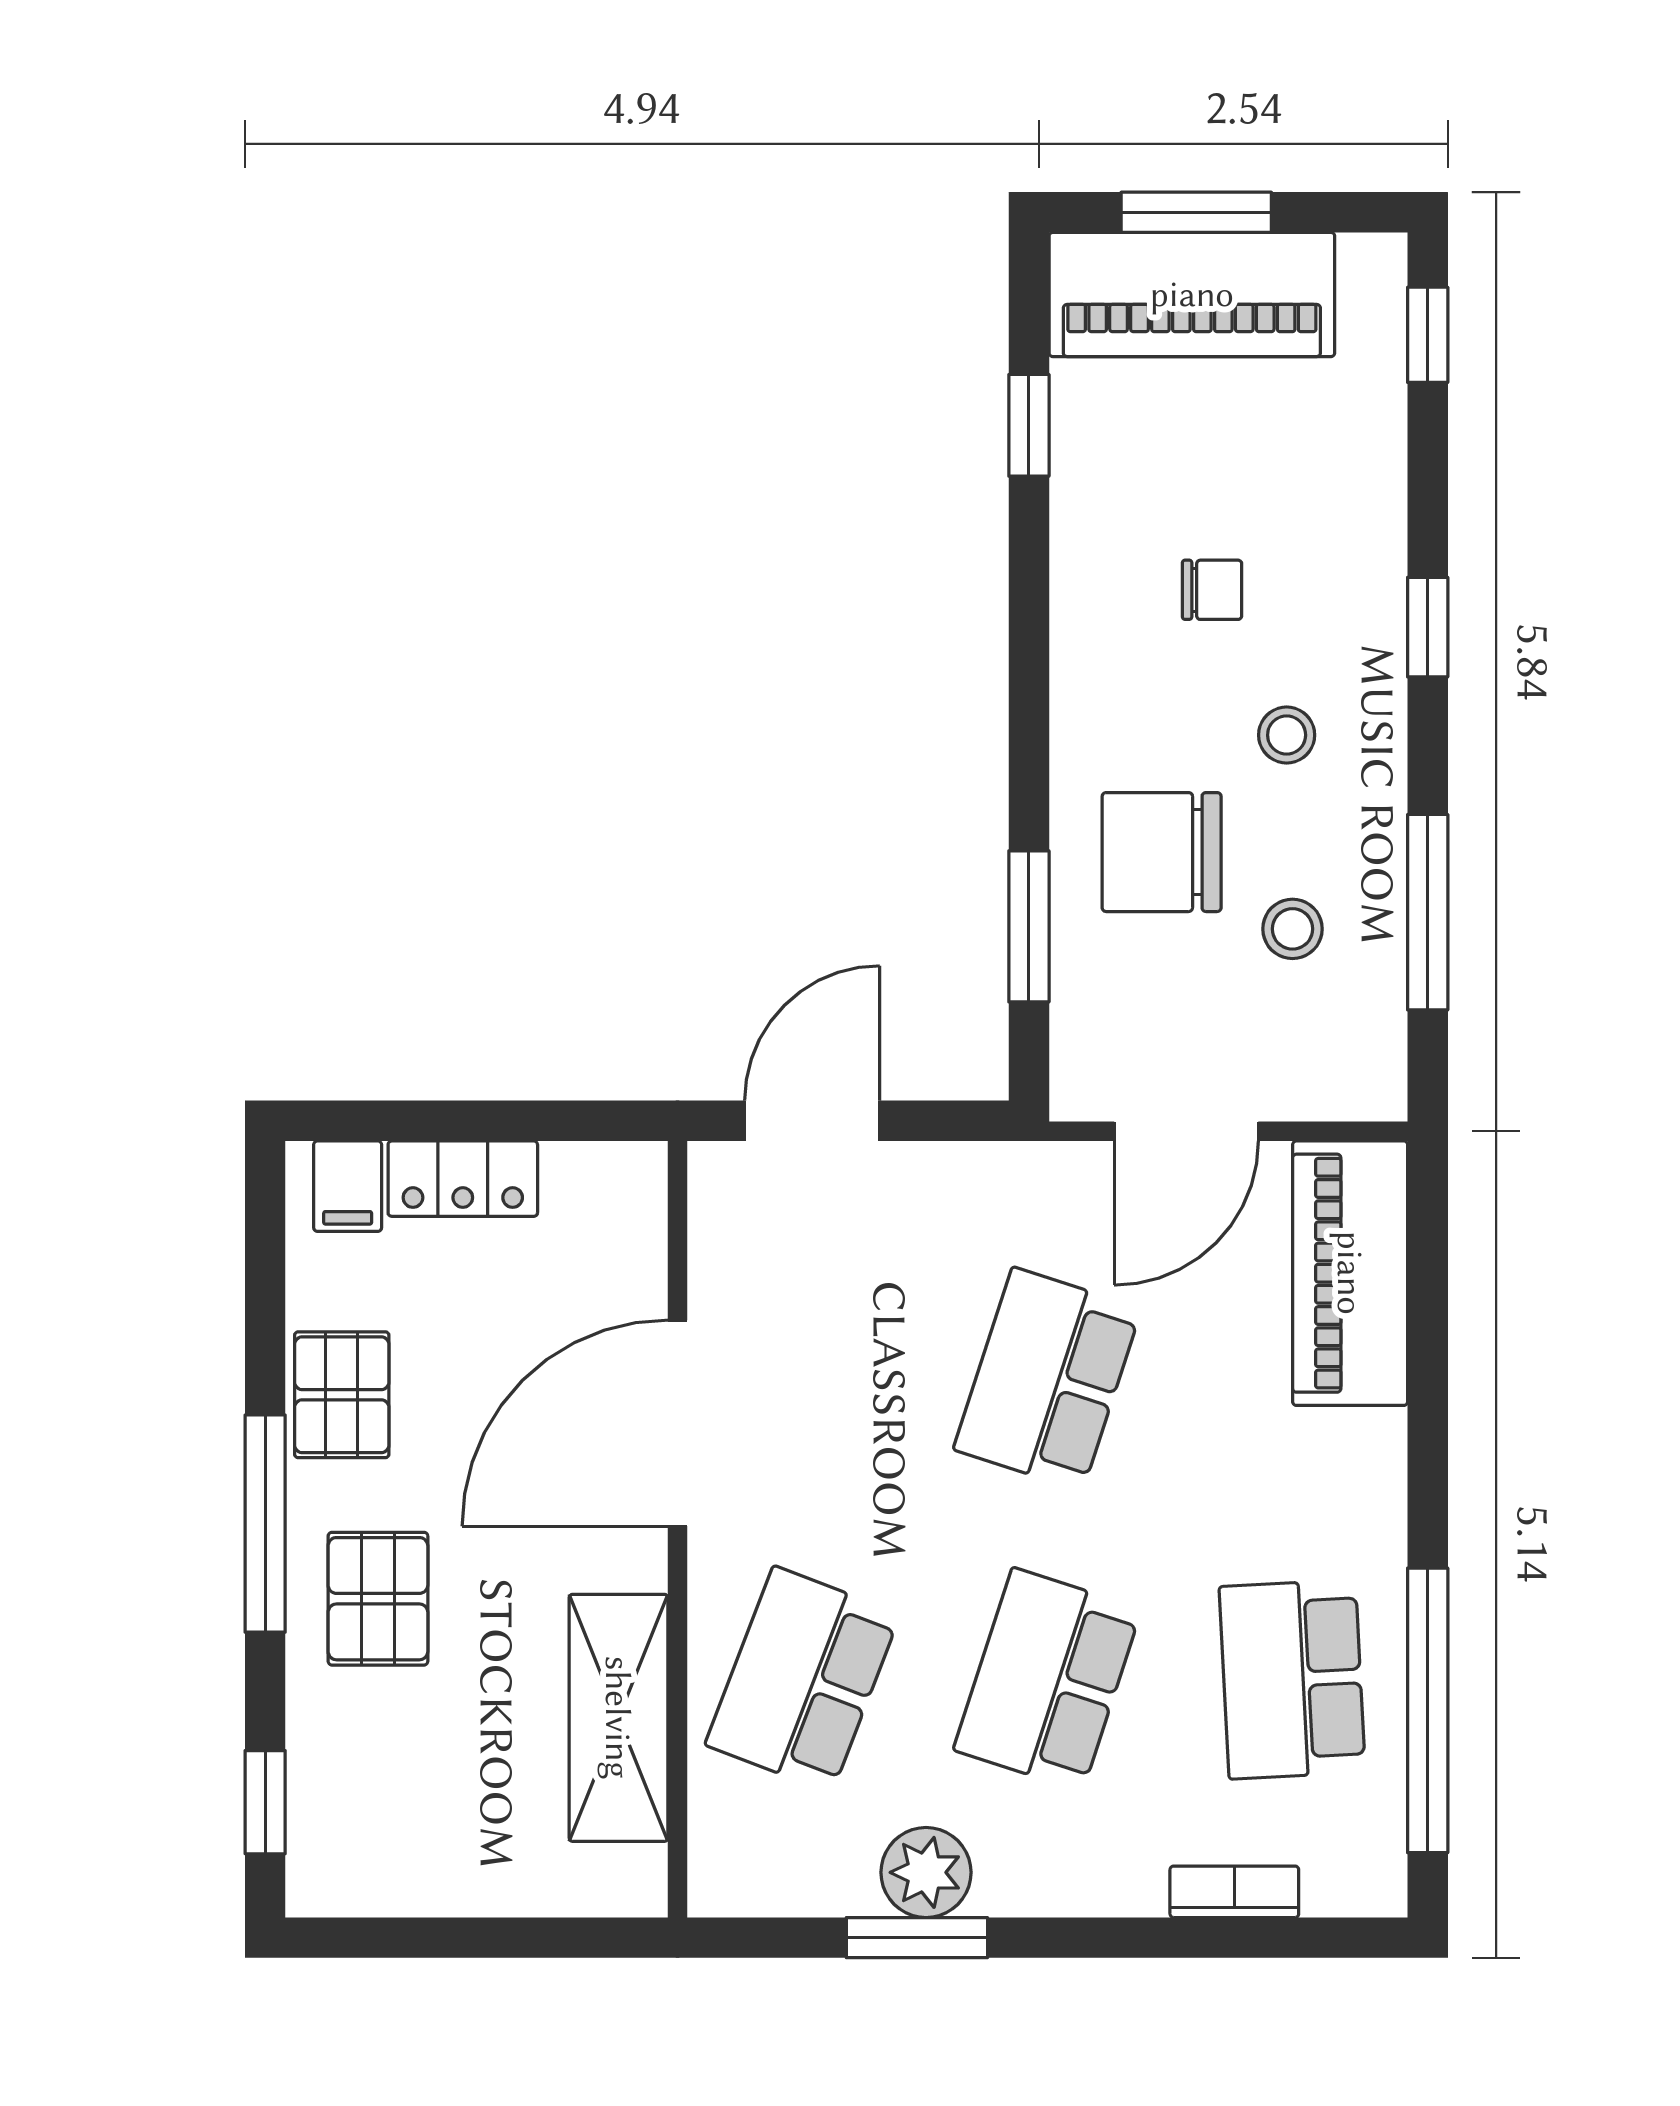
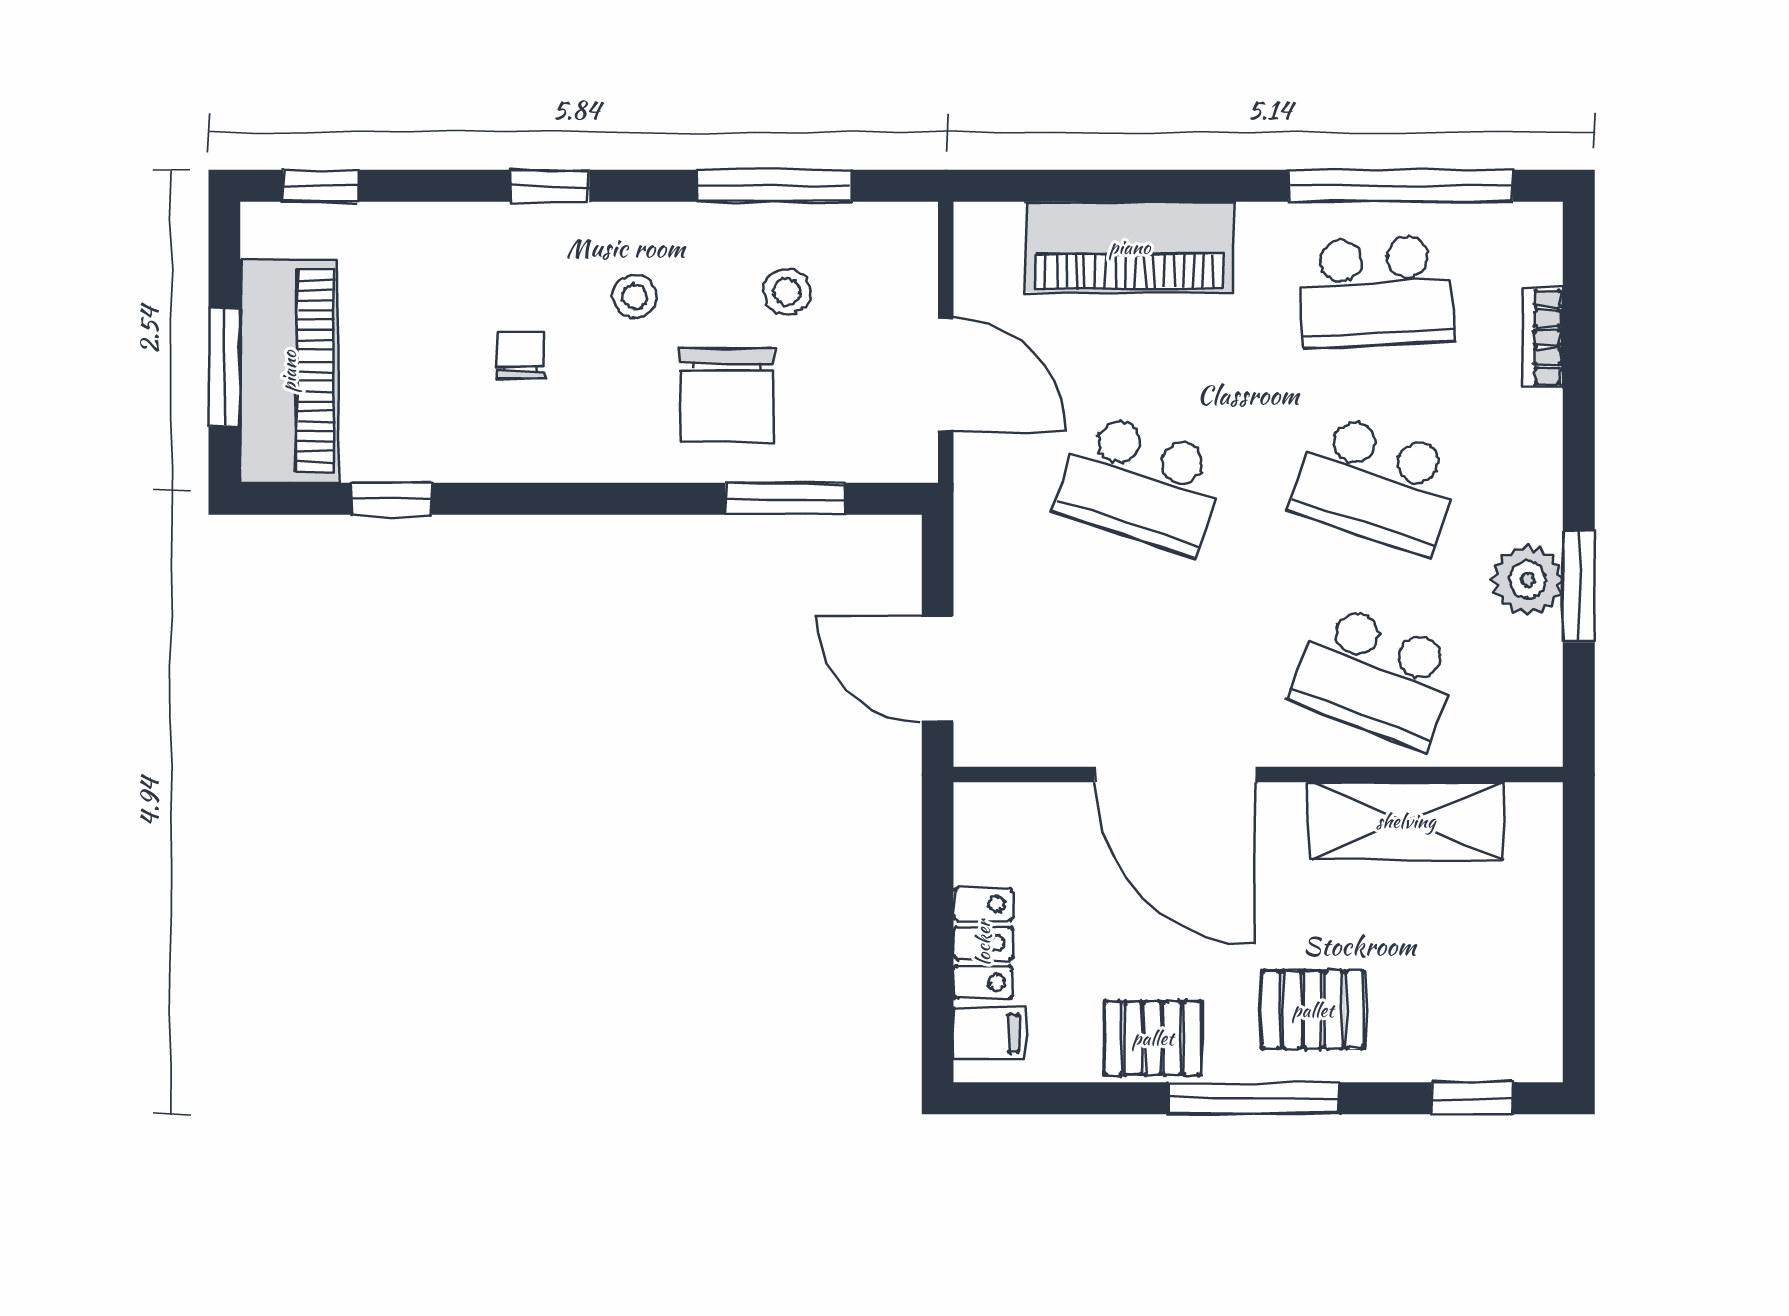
piano: (1350, 1273) -> (1130, 247), moved

